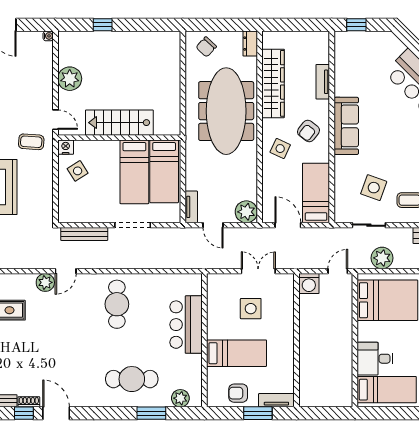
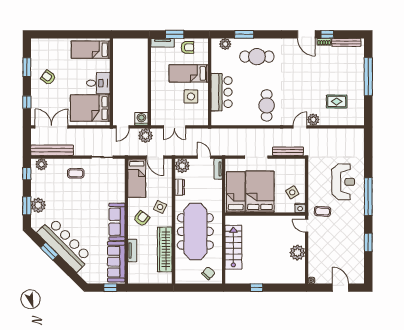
window: (103, 25) -> (257, 288), moved
dresser: (250, 44) -> (180, 187), moved
sofa: (347, 65) -> (116, 262), added
stairs: (119, 123) -> (233, 247), moved, turned -90
bed: (134, 172) -> (260, 192), width x1.50
side table: (374, 188) -> (99, 181), removed
plant: (382, 258) -> (146, 136), moved
side table: (251, 309) -> (191, 96), moved
desk: (375, 359) -> (98, 83), moved

